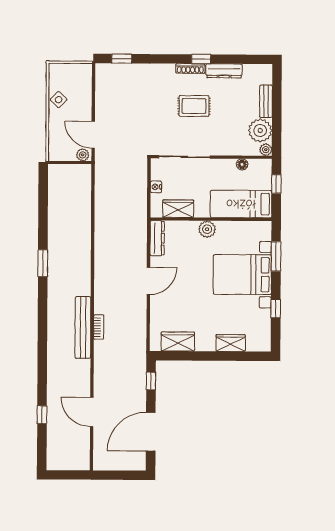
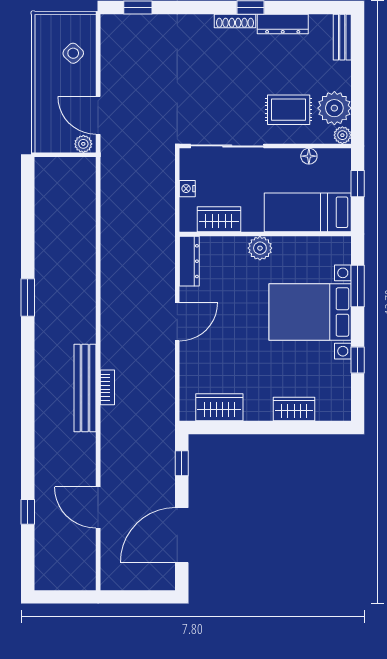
side table: (59, 100) -> (73, 53), moved
bench: (266, 101) -> (342, 37), moved
rug: (194, 106) -> (289, 110), moved

